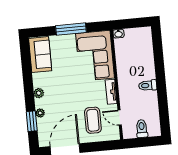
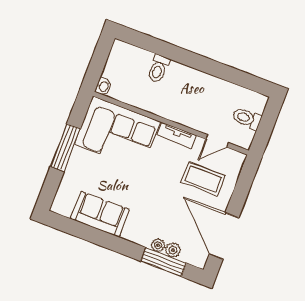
sofa: (40, 55) -> (100, 214), moved
toilet: (148, 85) -> (158, 69), moved
plant: (39, 93) -> (173, 250), moved
window: (32, 121) -> (164, 262), width x1.44

